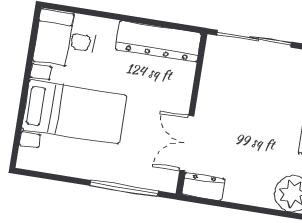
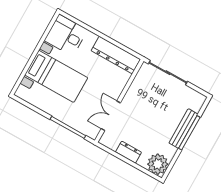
dresser: (203, 187) -> (128, 152), moved

